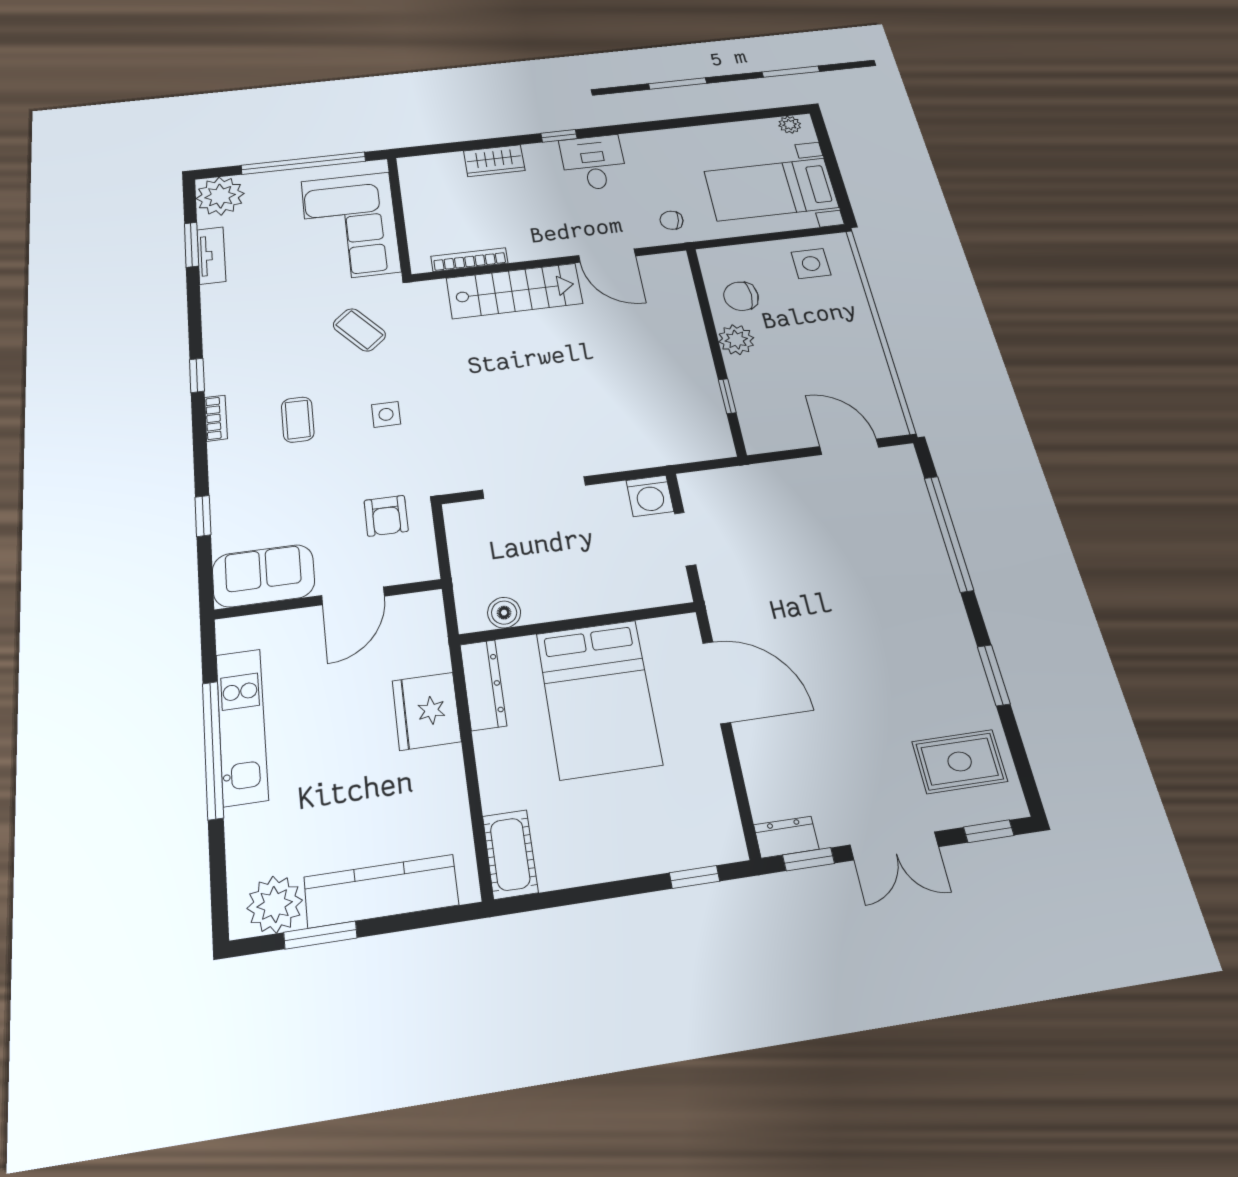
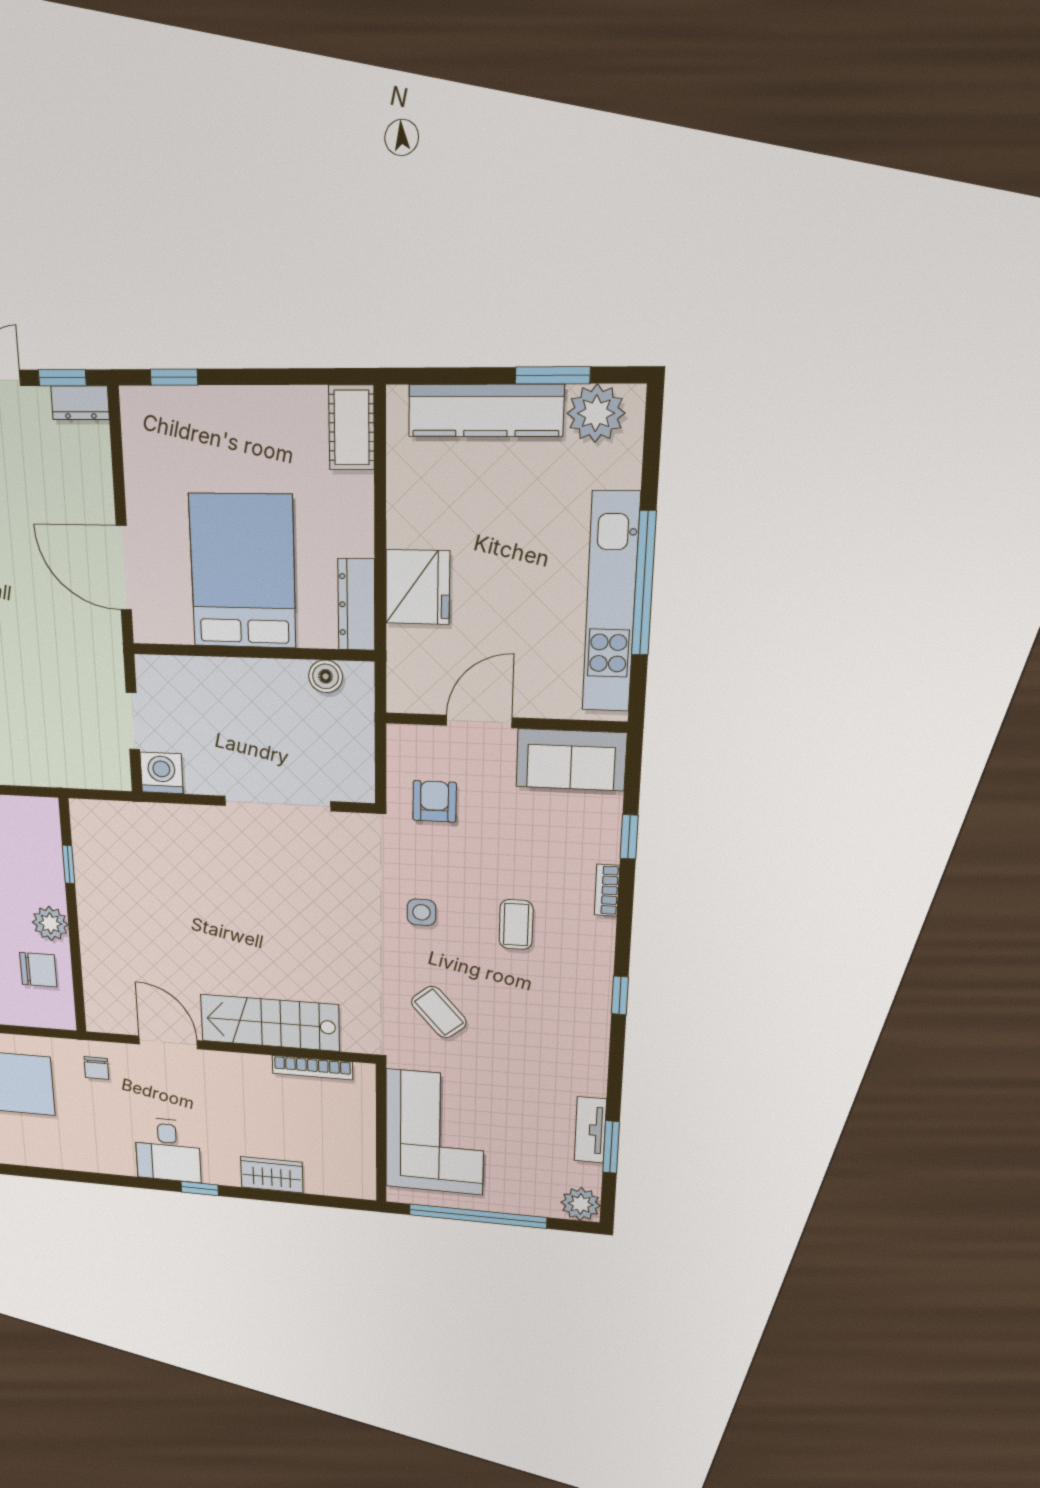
plant: (220, 196) -> (581, 1204), width x0.73, depth x0.73
chair: (672, 220) -> (96, 1068), turned 79
bookcase: (216, 418) -> (607, 890), moved
kitchen unit: (242, 726) -> (611, 603), width x1.36

